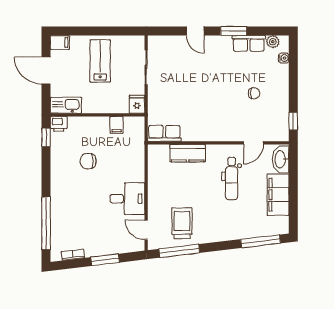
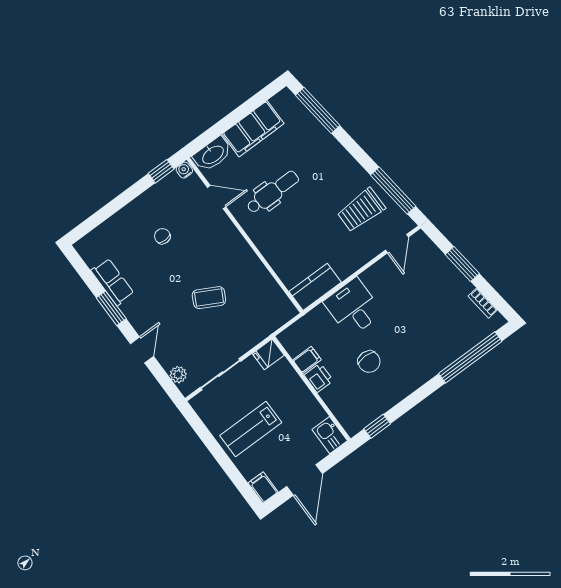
plant: (273, 42) -> (178, 375), moved
water cooler: (284, 58) -> (184, 170), moved
coffee table: (197, 94) -> (209, 298), added
kitchen sink: (66, 105) -> (330, 435), width x0.73
printer: (59, 124) -> (319, 378), moved
row of seats: (164, 133) -> (278, 301), removed
kitchen counter: (188, 153) -> (315, 287), moved, turned -90
desk: (127, 199) -> (353, 307), moved

